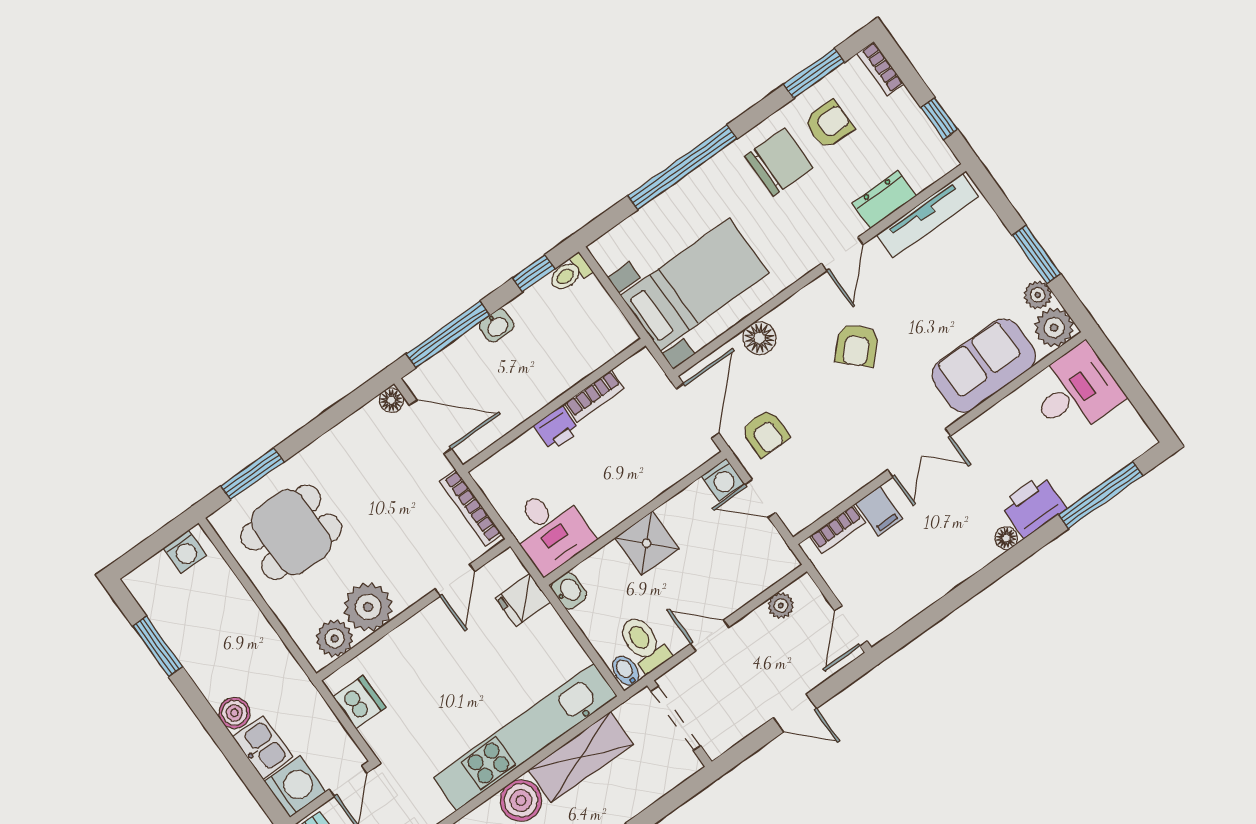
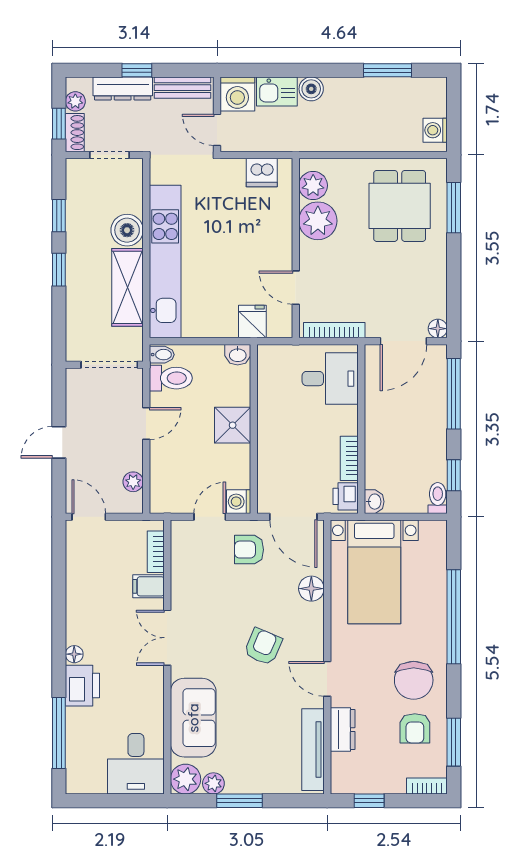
washbasin: (497, 326) -> (374, 502), moved, turned 180
armchair: (857, 345) -> (263, 647), turned 69
printer: (557, 428) -> (346, 496), moved
desk: (550, 530) -> (330, 379), moved, turned 180

